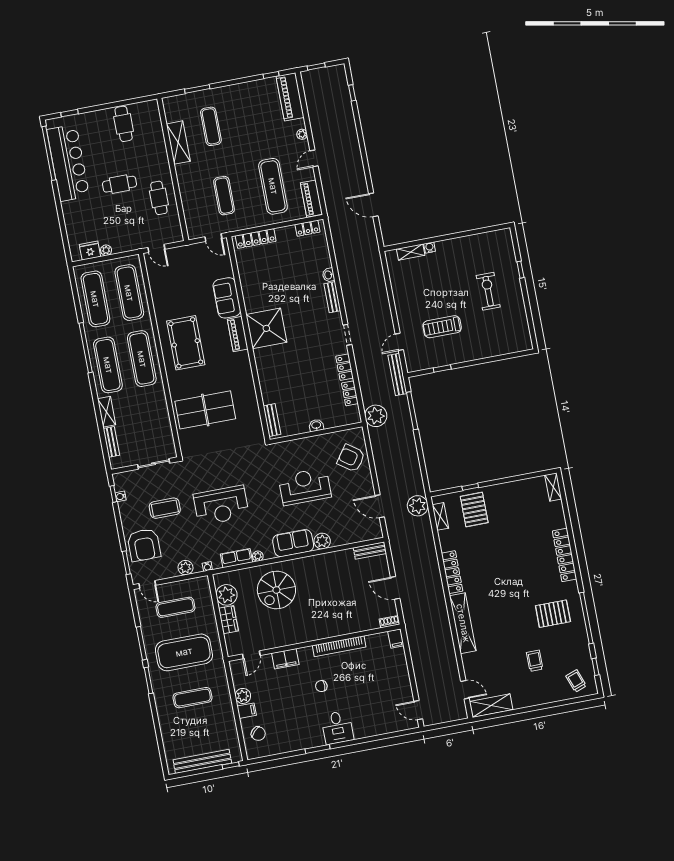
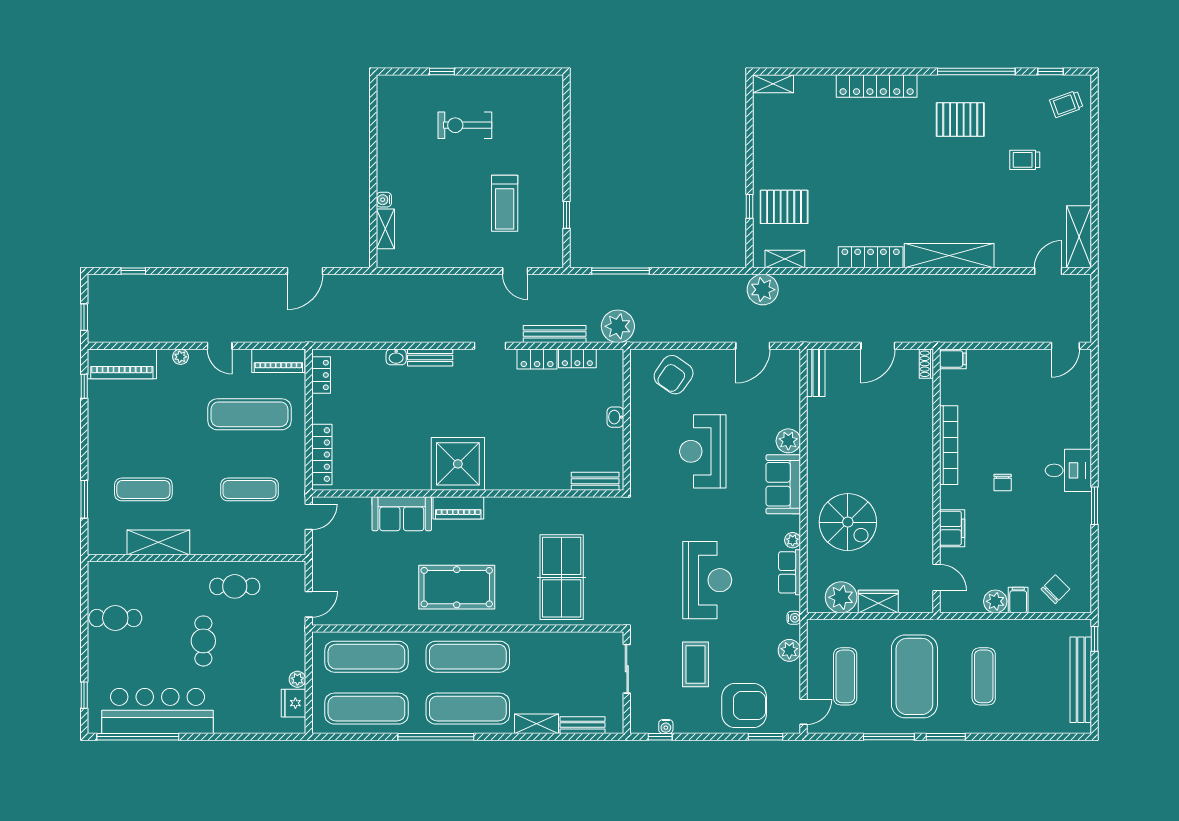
bench: (397, 374) -> (555, 334), moved
pallet: (553, 614) -> (960, 120), turned 90

